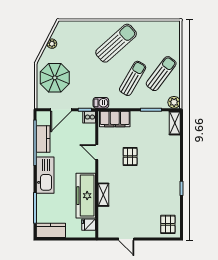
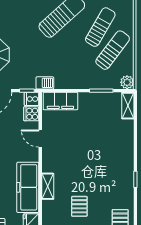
sun lounger: (133, 78) -> (100, 27), moved
cooker: (89, 130) -> (31, 114), added
pallet: (130, 157) -> (79, 206), moved

